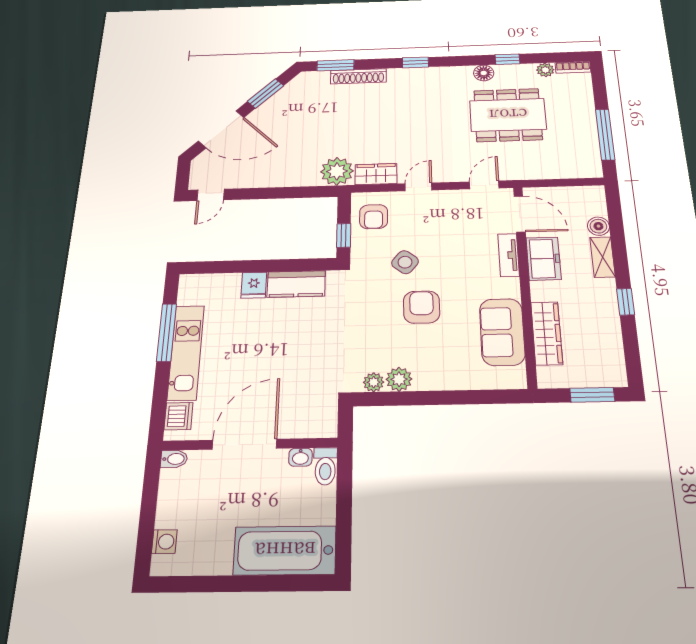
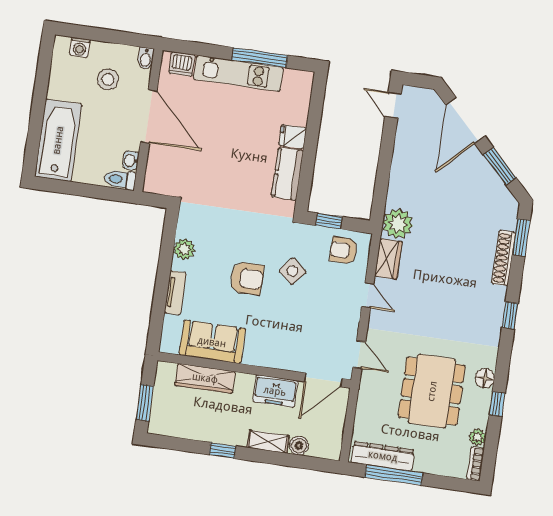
dresser: (588, 147) -> (383, 456), added
tv unit: (509, 255) -> (175, 293), moved, turned 90
plant: (374, 382) -> (185, 228), removed
stool: (203, 500) -> (108, 79), added

